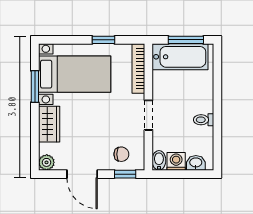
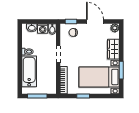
bathtub: (180, 57) -> (29, 71), moved, turned 90

